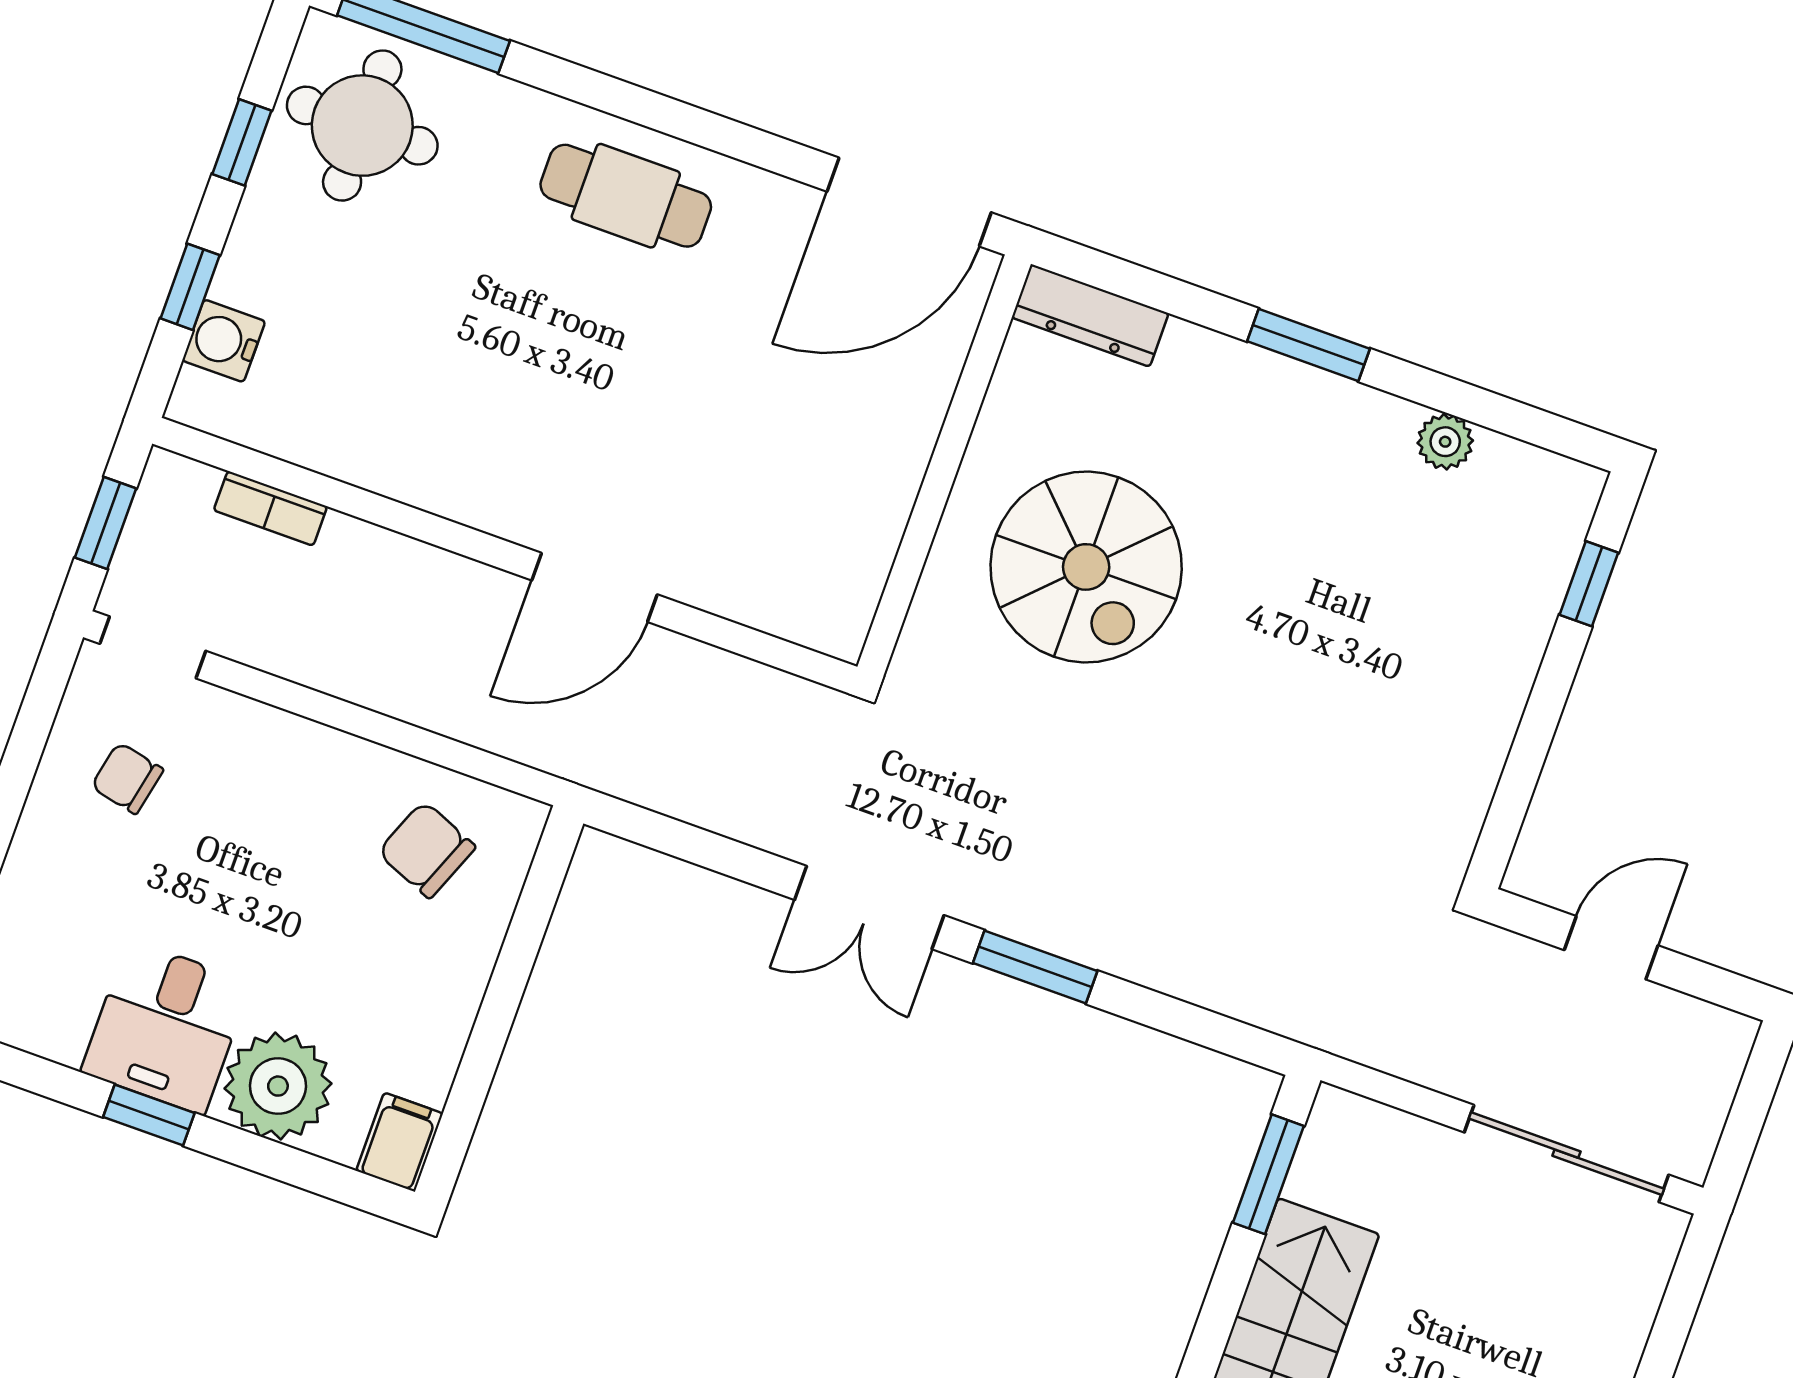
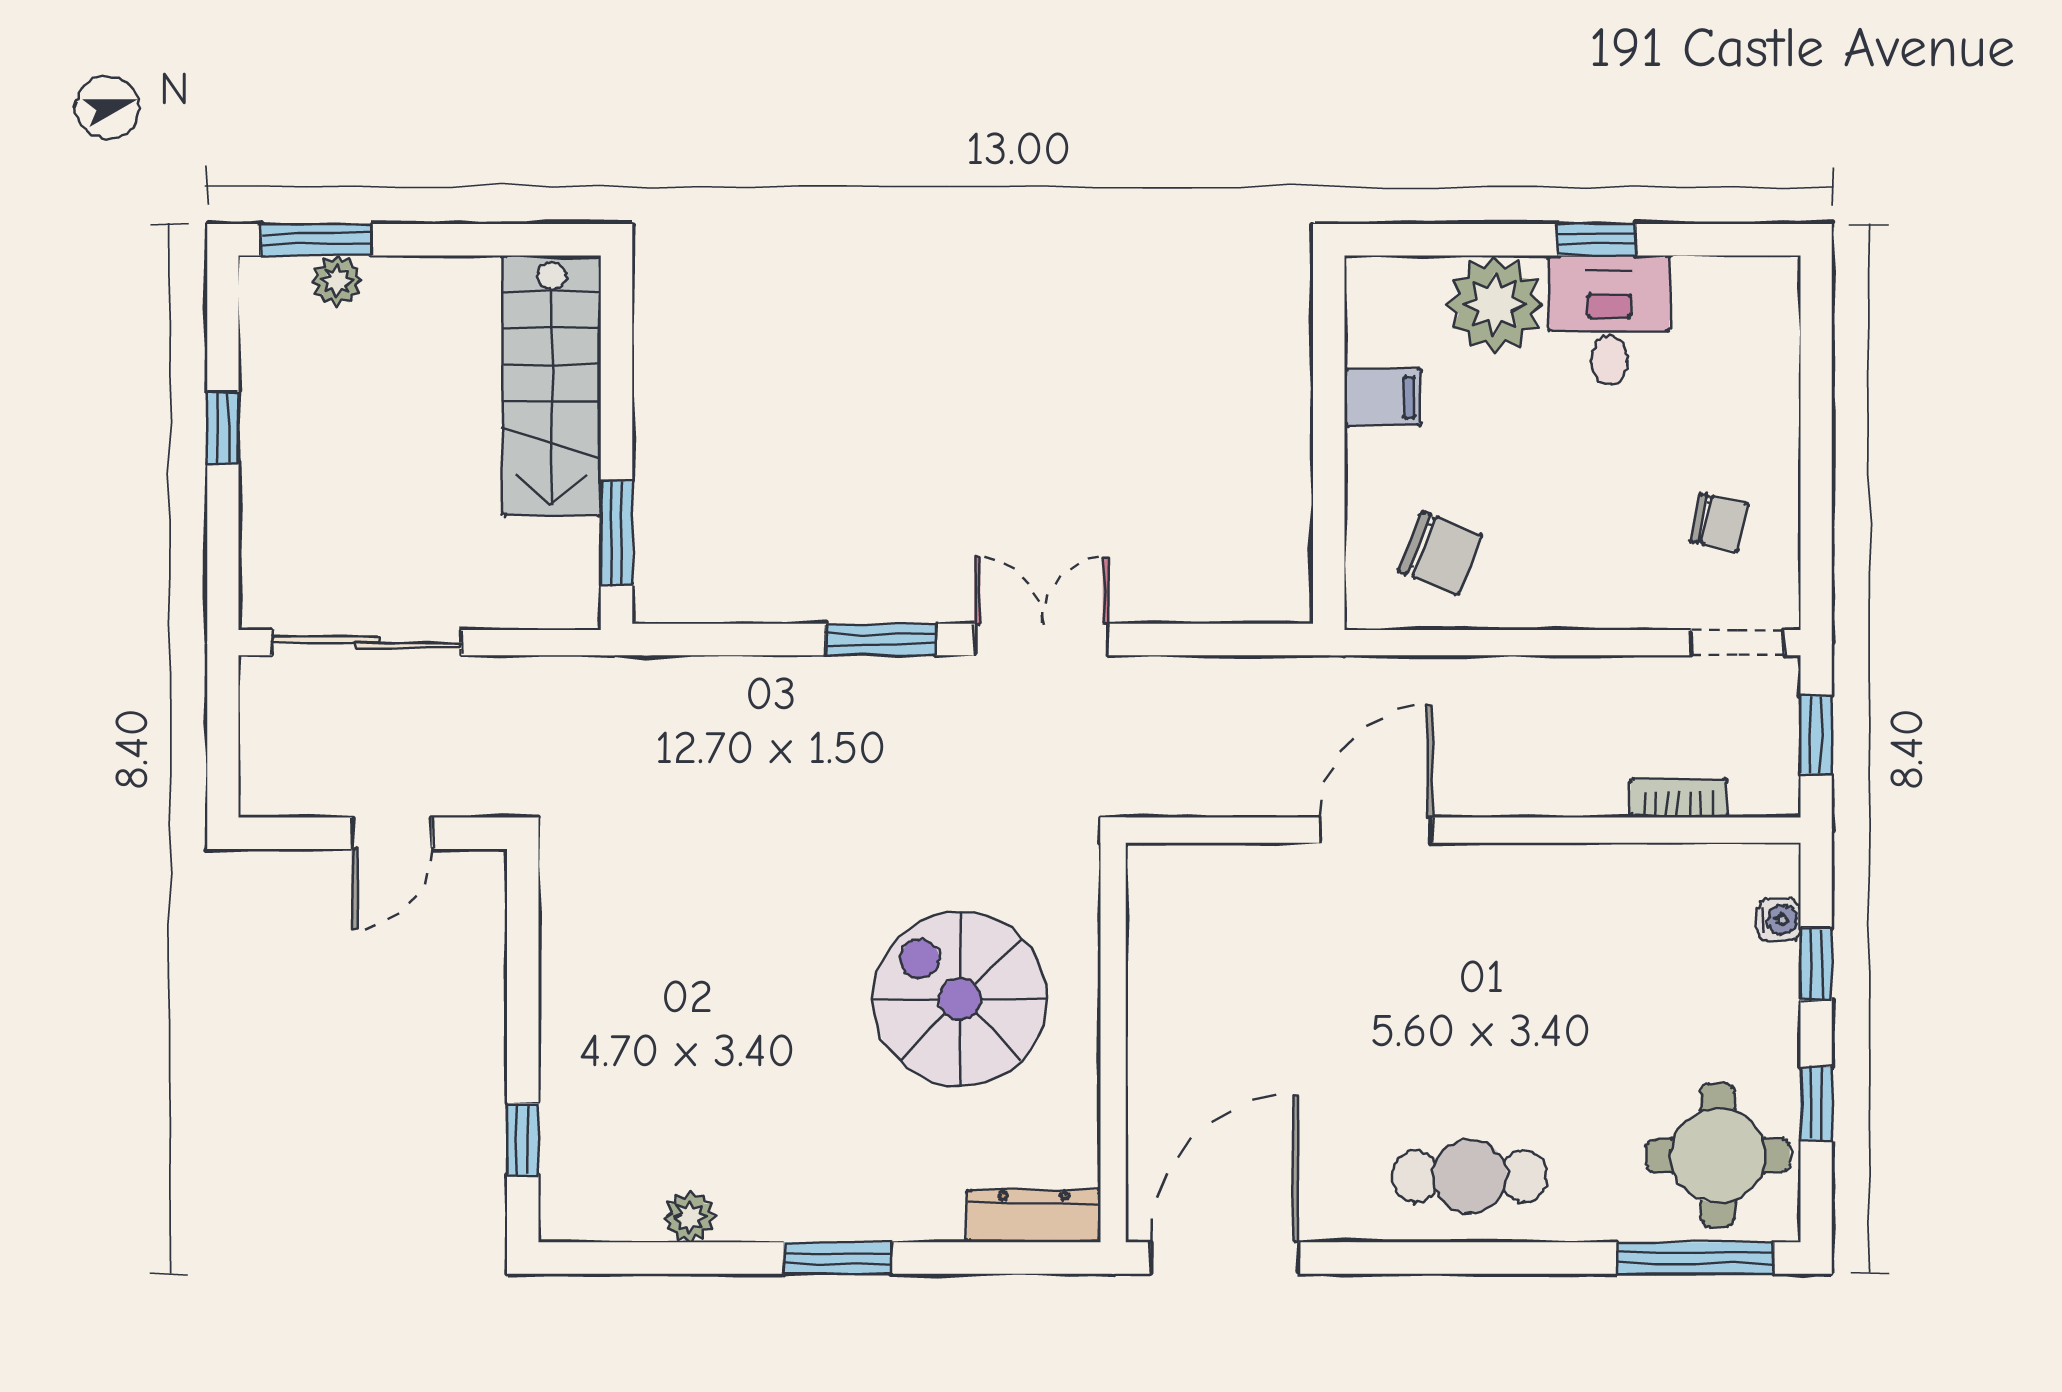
water cooler: (224, 341) -> (1779, 920), width x0.72, depth x0.72
filing cabinet: (400, 1142) -> (1383, 397), moved, turned -90

